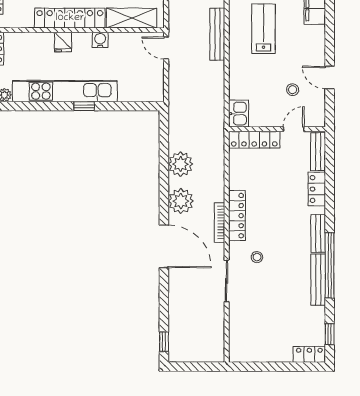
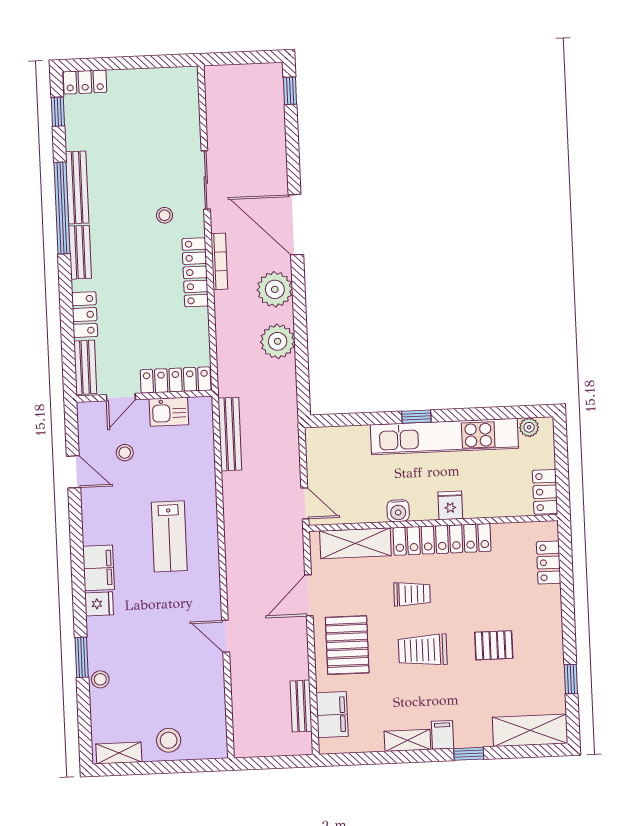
bench: (217, 34) -> (230, 434), moved
kitchen sink: (238, 114) -> (169, 412), moved, turned -90

